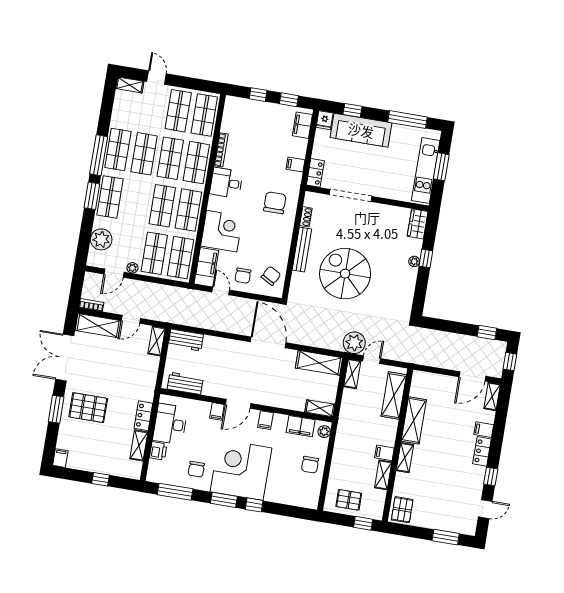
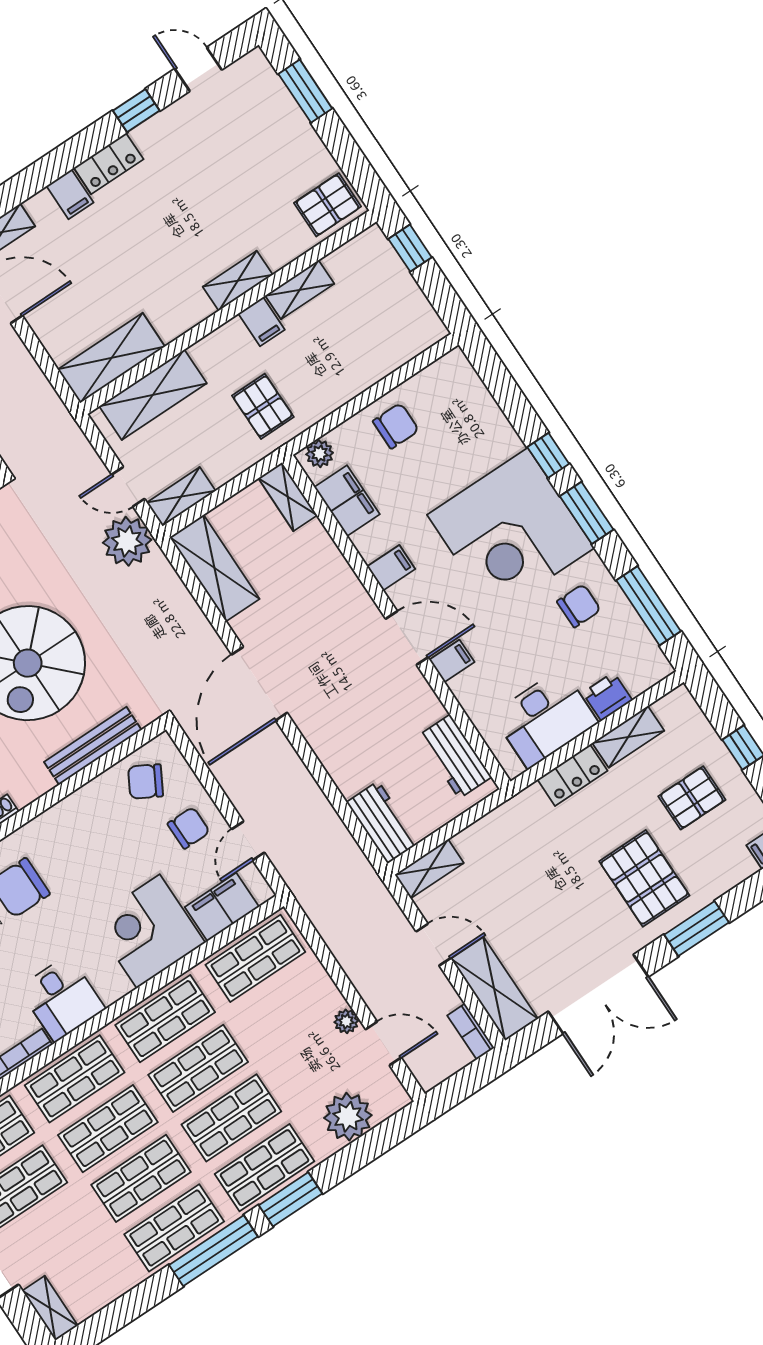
bench: (302, 249) -> (93, 746), moved
shop shelf: (154, 253) -> (231, 1118), moved
shelving: (414, 420) -> (111, 358), moved
pallet: (100, 447) -> (692, 798), added
pallet: (349, 500) -> (263, 406), moved

